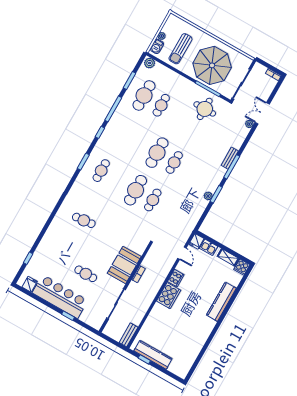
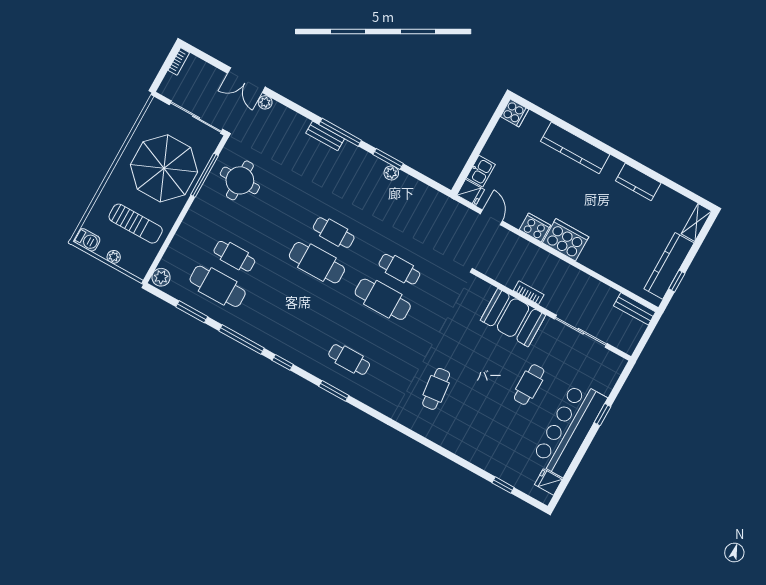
barbecue: (157, 46) -> (87, 240), moved
door: (182, 253) -> (491, 217), hinge flipped
shelving: (228, 257) -> (696, 223), moved
kitchen counter: (201, 338) -> (638, 182), added

